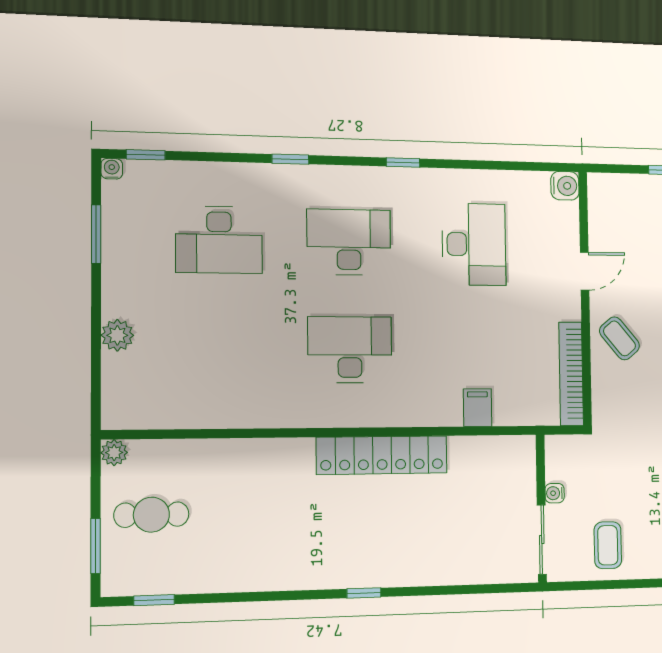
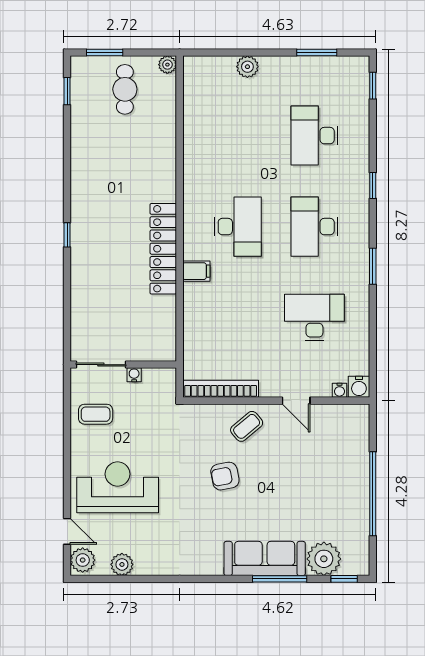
window: (403, 162) -> (373, 266), width x1.50
water cooler: (112, 169) -> (339, 390), moved, turned 90
desk: (349, 242) -> (314, 227), turned 180
desk: (474, 244) -> (314, 318), turned 180
filing cabinet: (478, 408) -> (196, 271), moved

